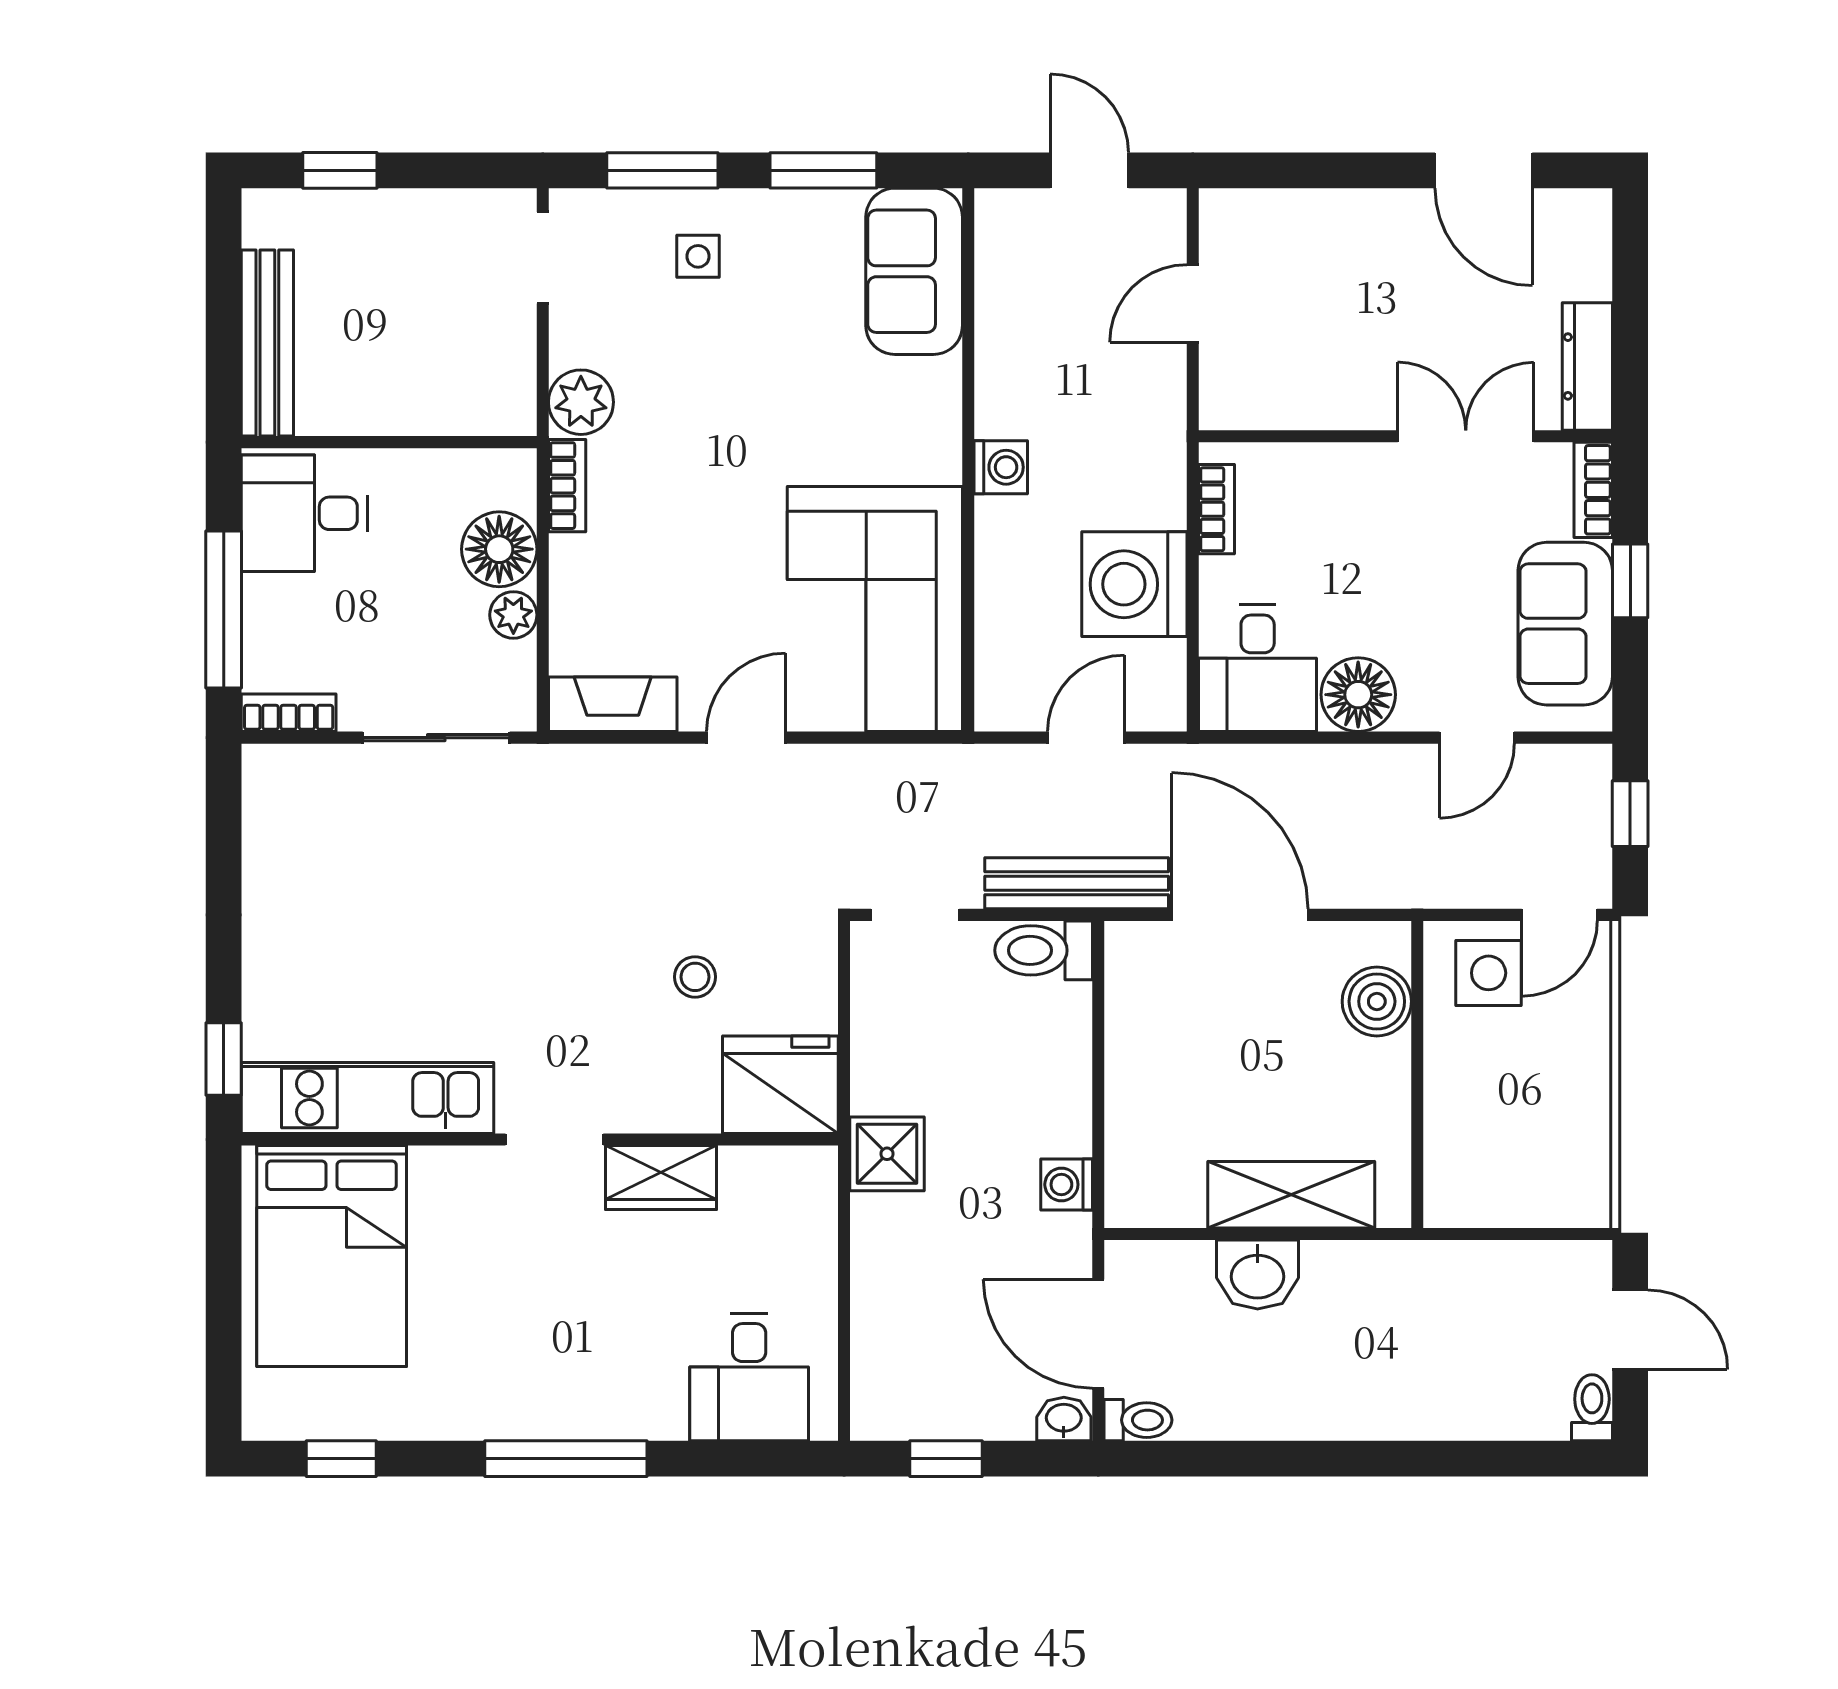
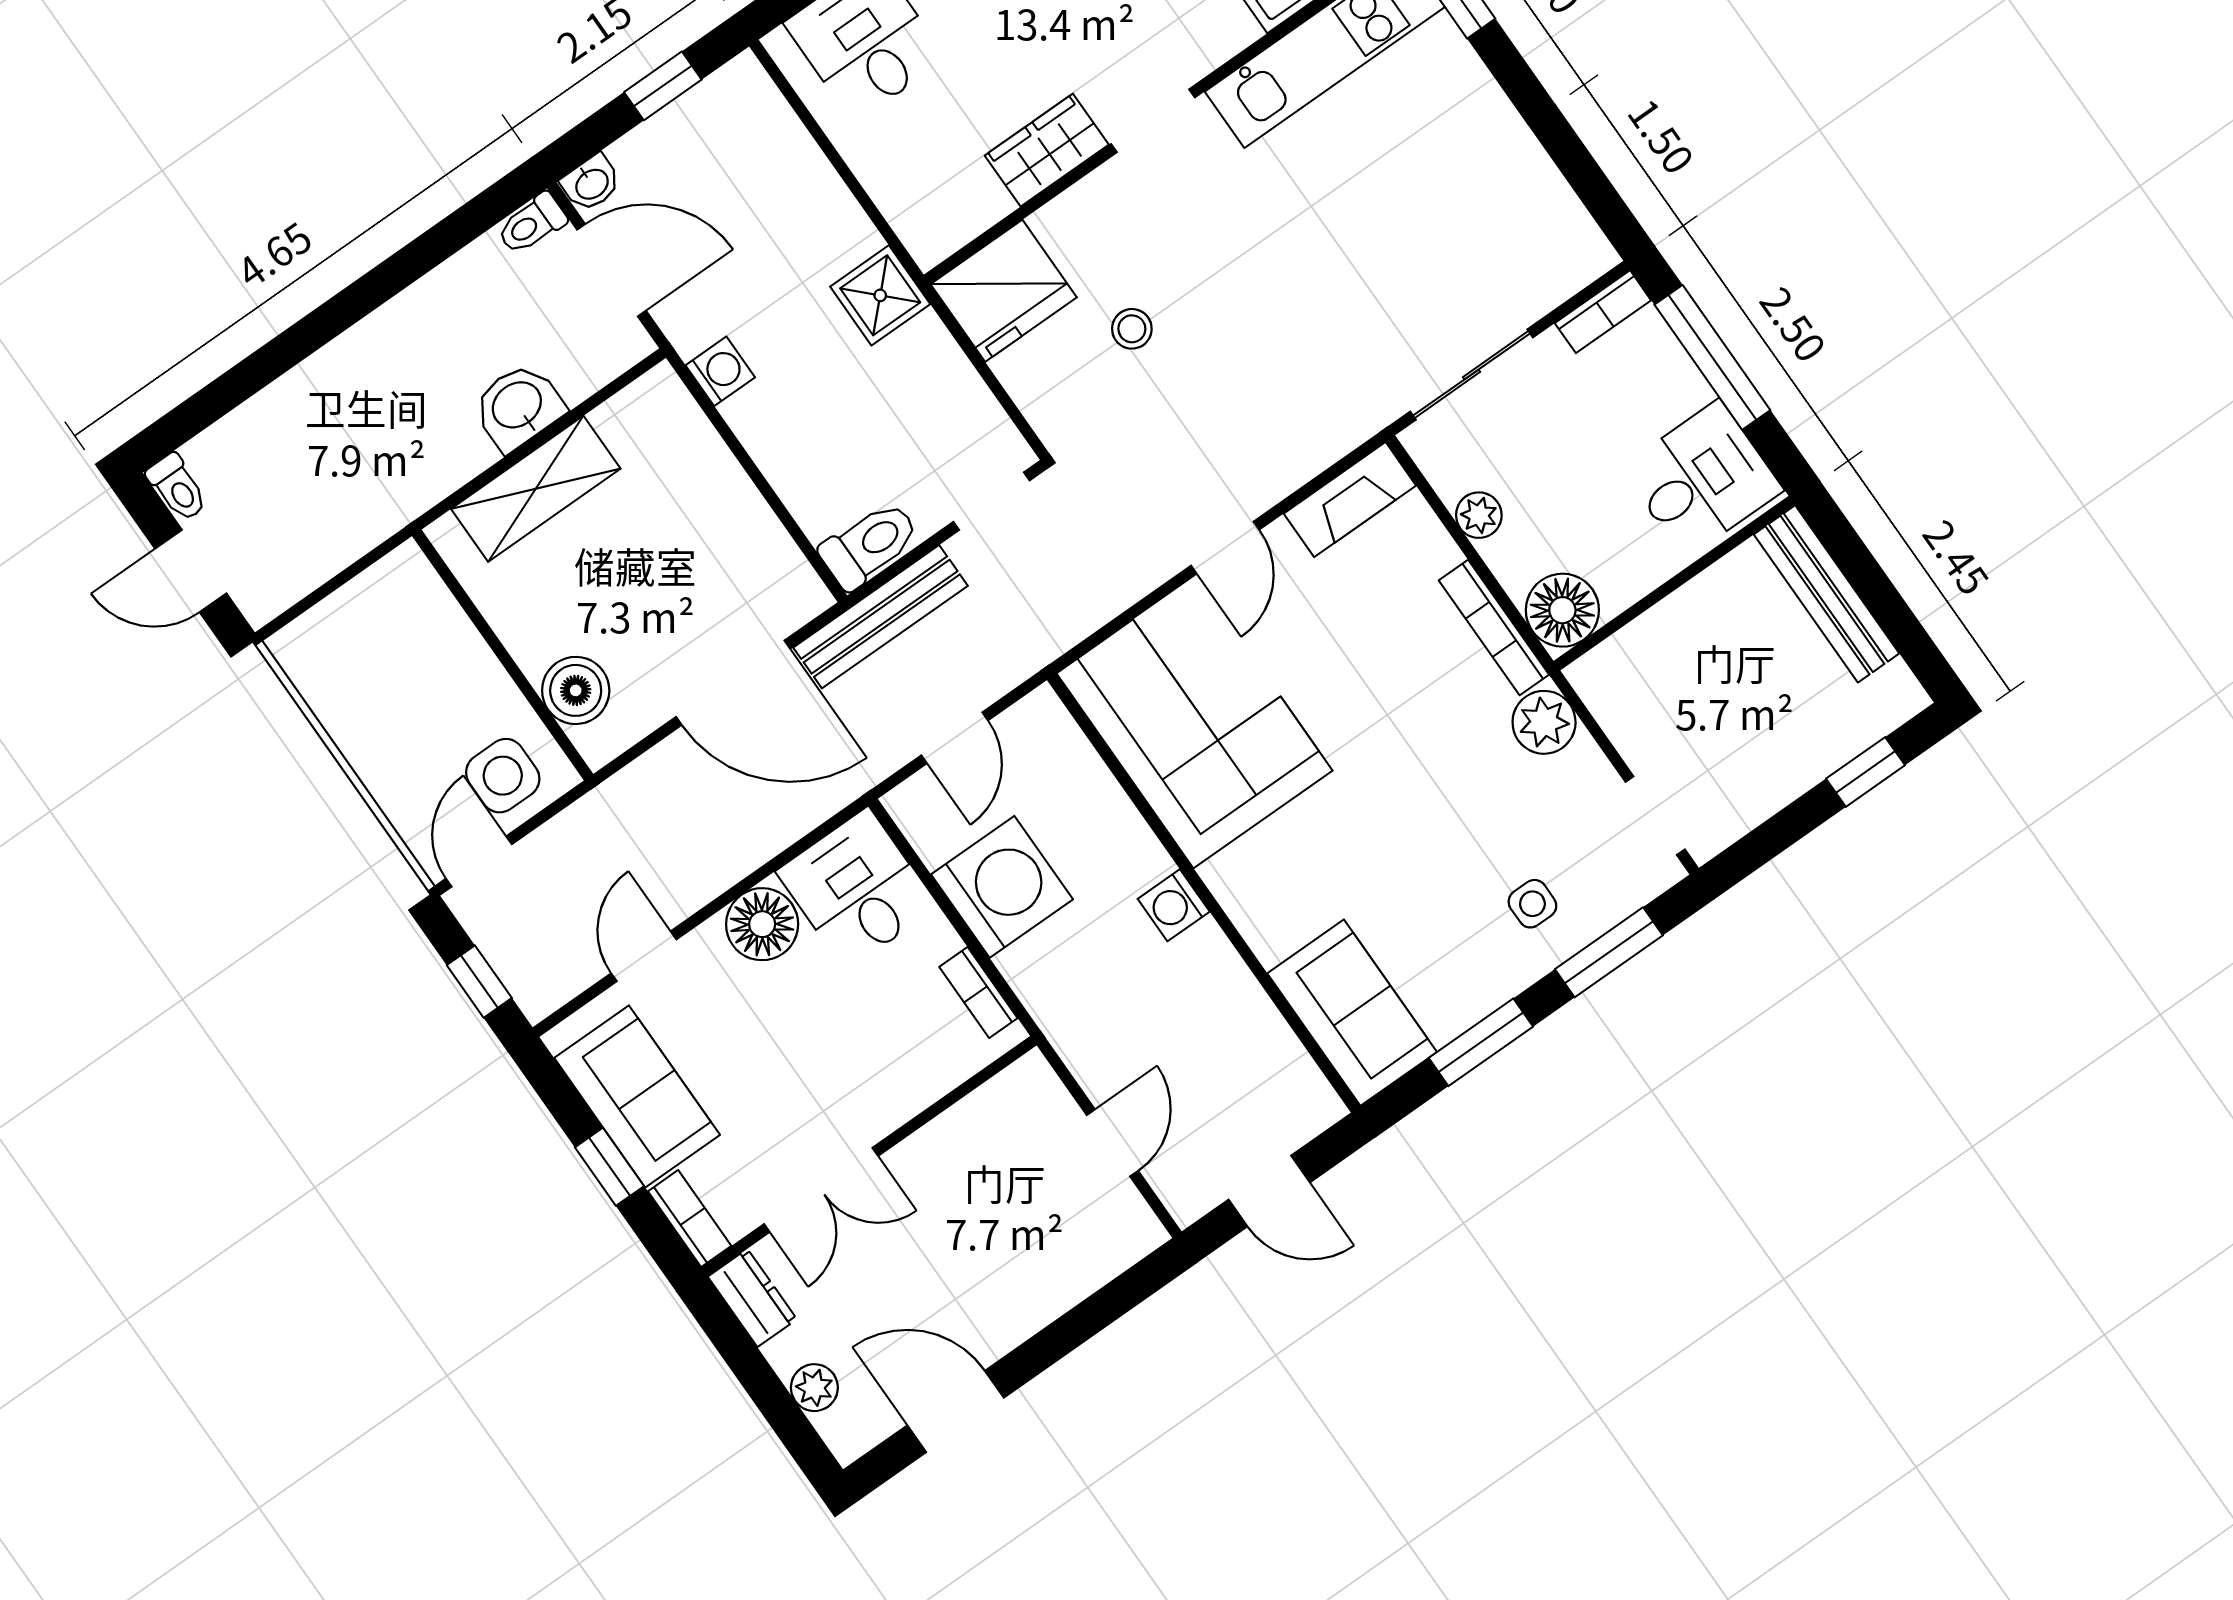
plant: (1588, 274) -> (814, 1388), added
dresser: (1587, 366) -> (752, 1298), width x0.70
bookcase: (567, 486) -> (1494, 627), width x1.56
floor lamp: (499, 549) -> (1562, 610), moved

